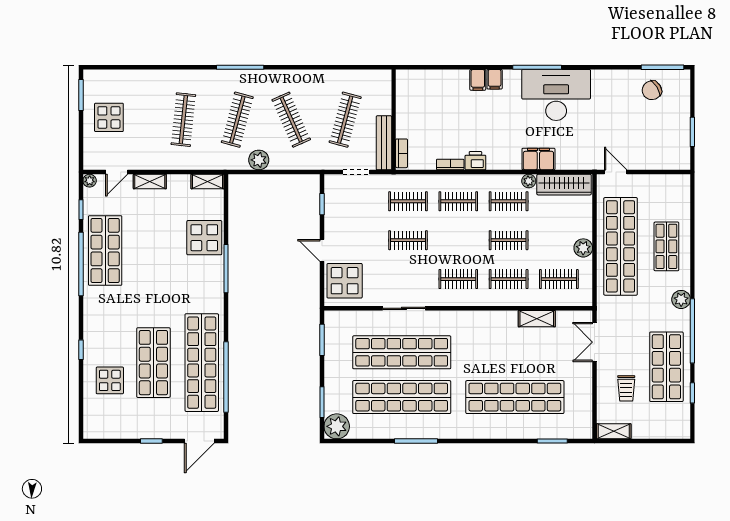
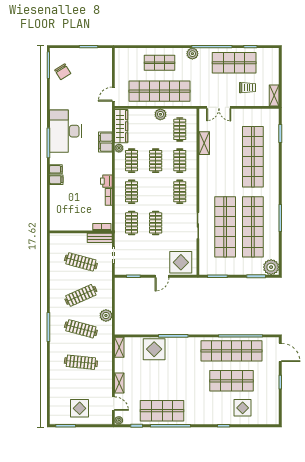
bench: (384, 143) -> (100, 238), width x0.73

